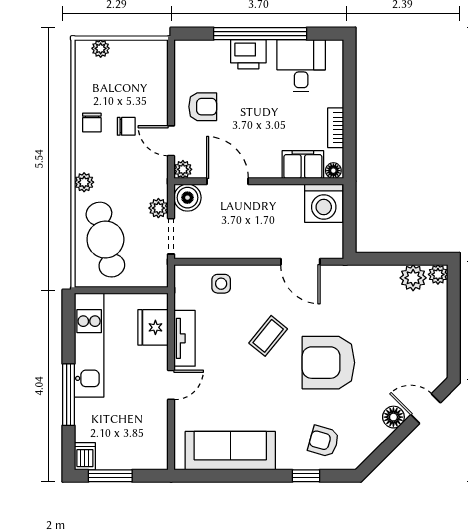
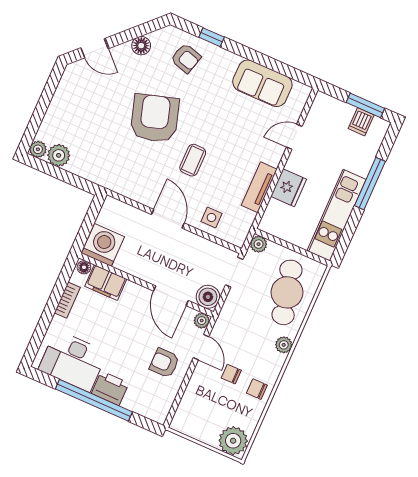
plant: (101, 48) -> (233, 441), width x1.87, depth x1.87
desk: (301, 66) -> (73, 361), width x1.37
chair: (92, 122) -> (257, 389), turned -90
plant: (158, 208) -> (259, 244), moved
door: (300, 262) -> (168, 219), moved
fridge: (153, 327) -> (289, 188), moved
coffee table: (268, 336) -> (193, 160), turned -39
armchair: (328, 363) -> (155, 118), turned -107
door: (171, 385) -> (294, 137), moved
floor lamp: (393, 417) -> (141, 46), moved
sofa: (230, 451) -> (262, 83), width x0.73
dishwasher: (85, 456) -> (361, 122), moved

